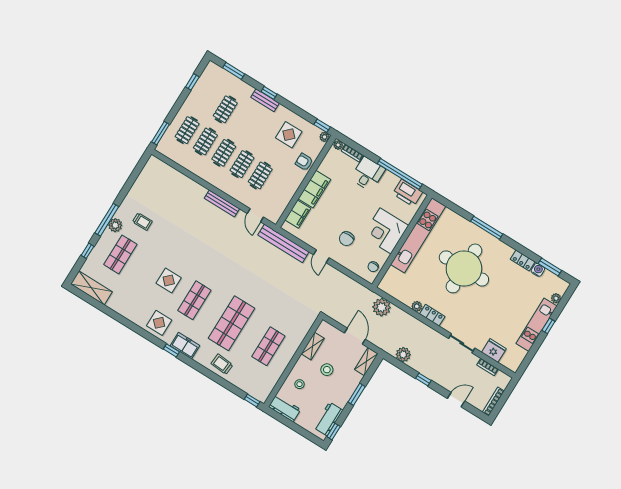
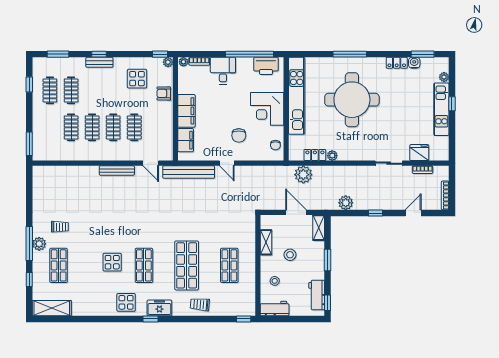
clothes rail: (187, 130) -> (50, 90), moved
locker: (432, 315) -> (315, 155), moved

